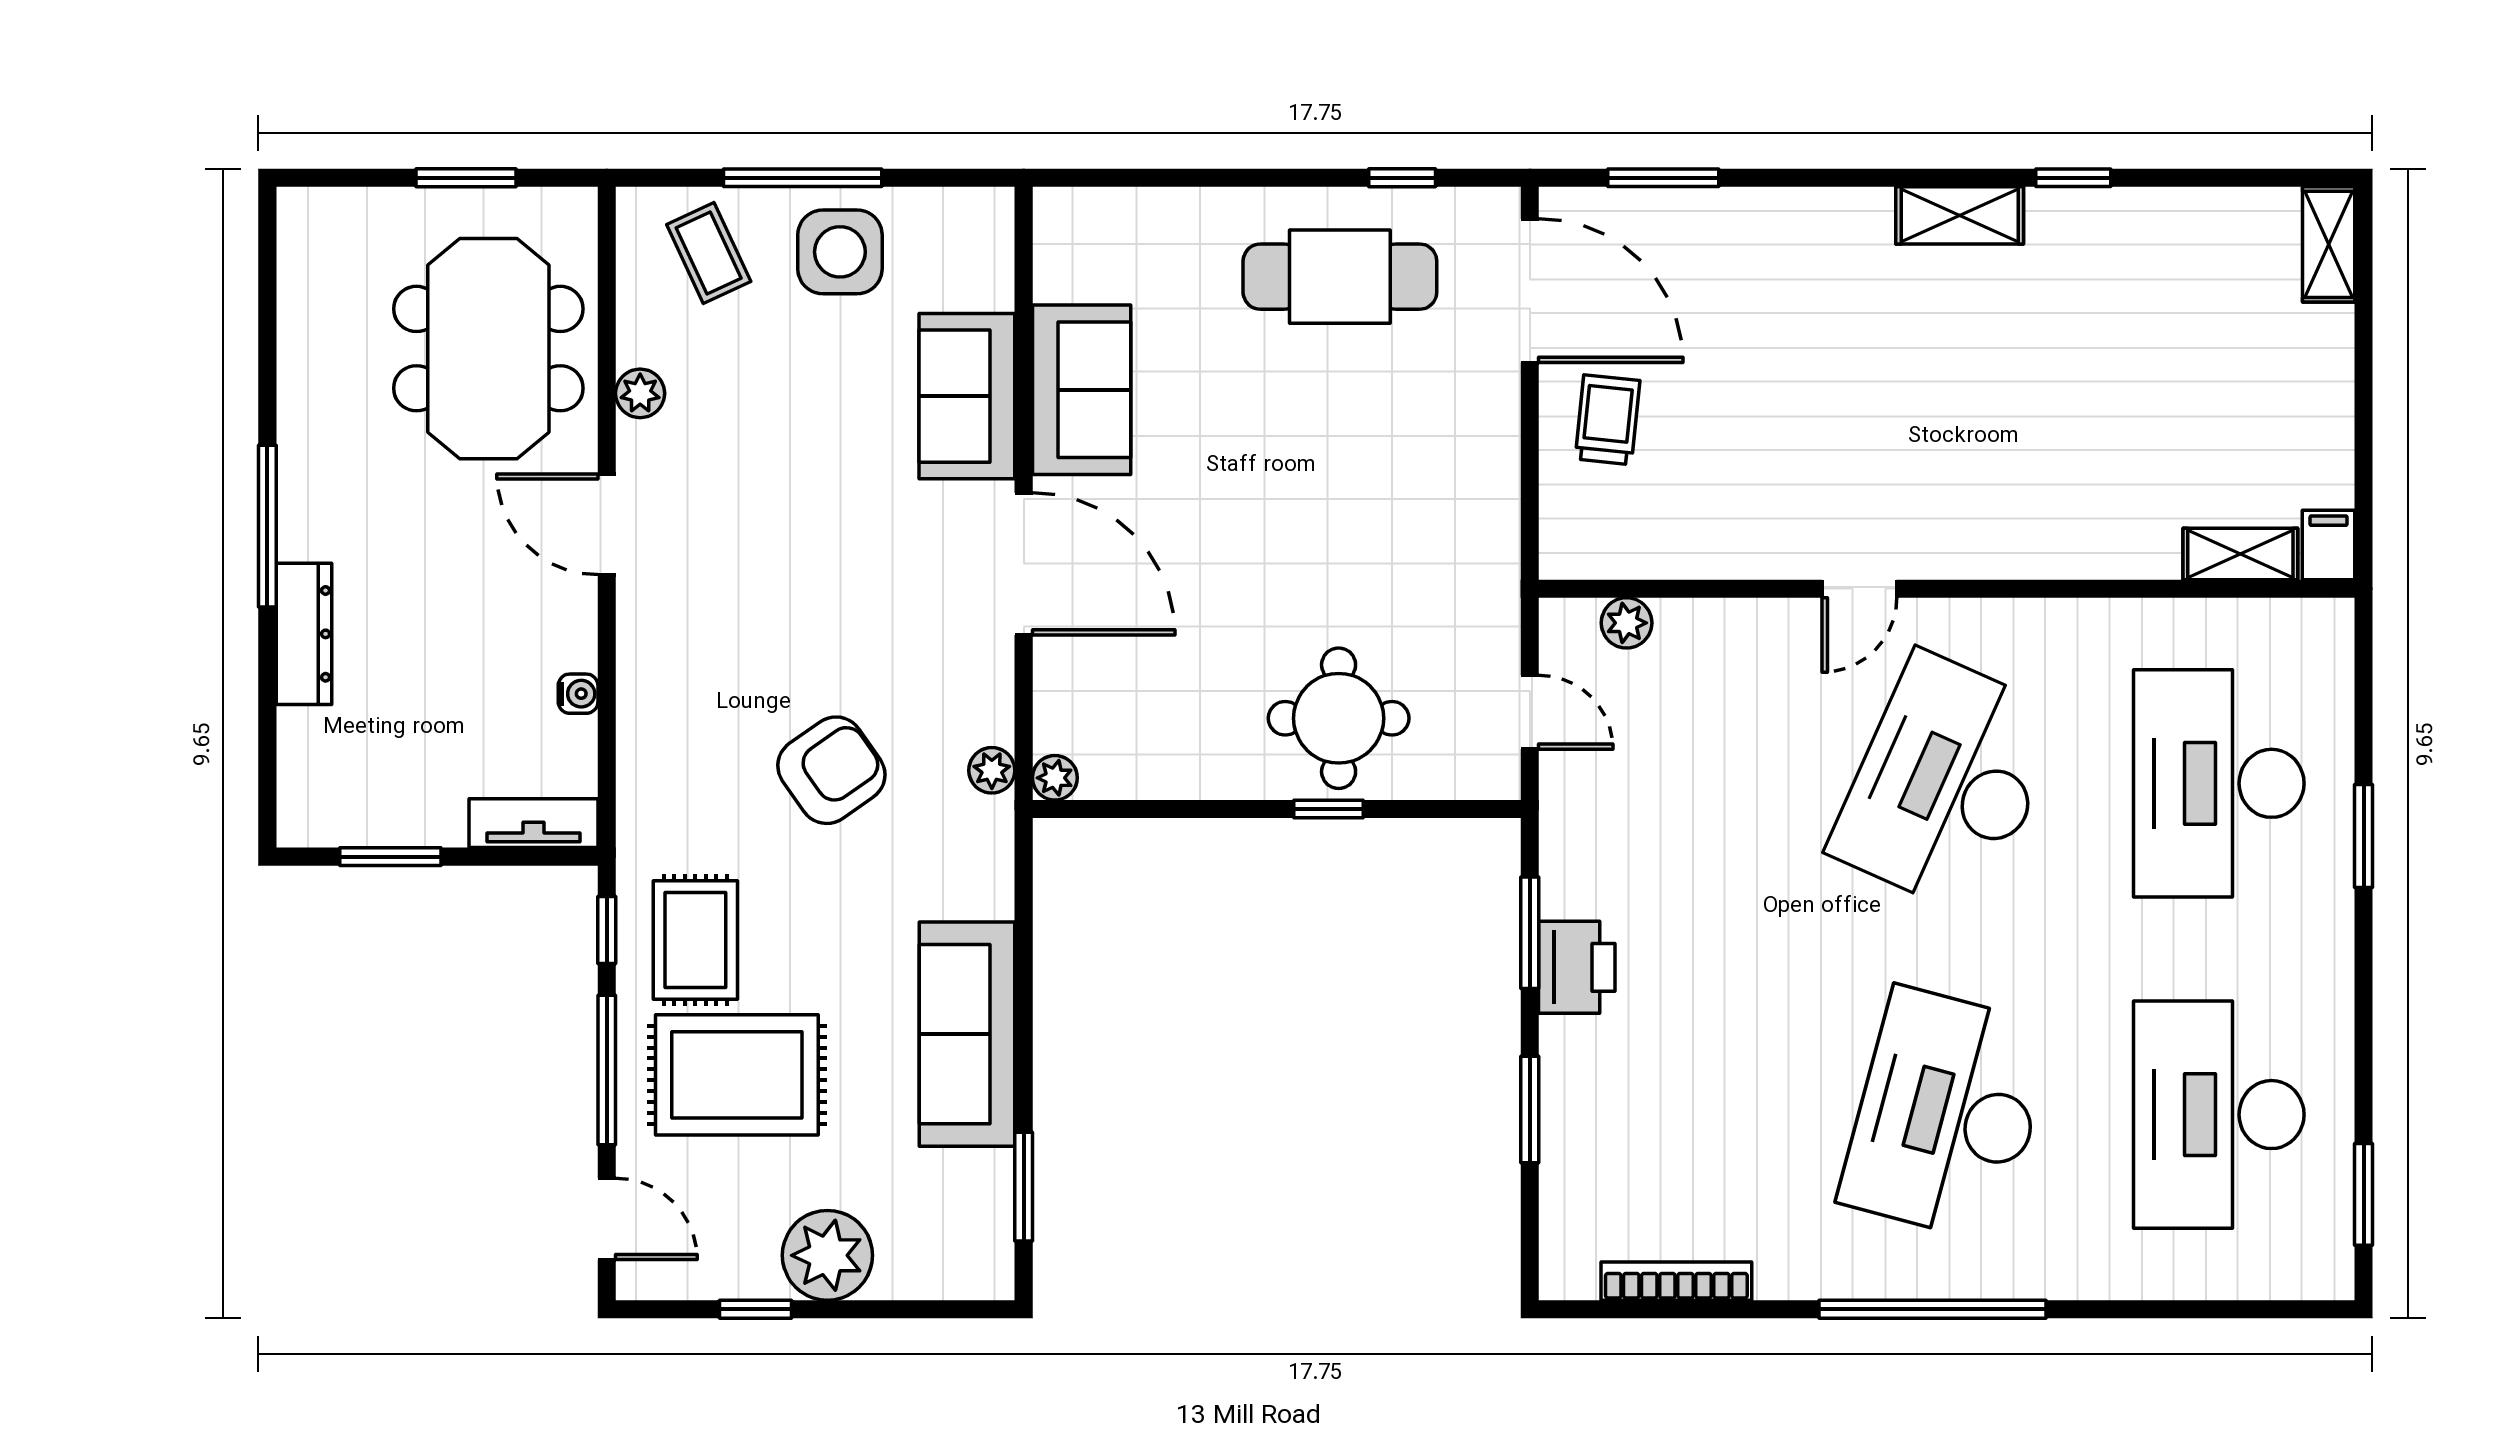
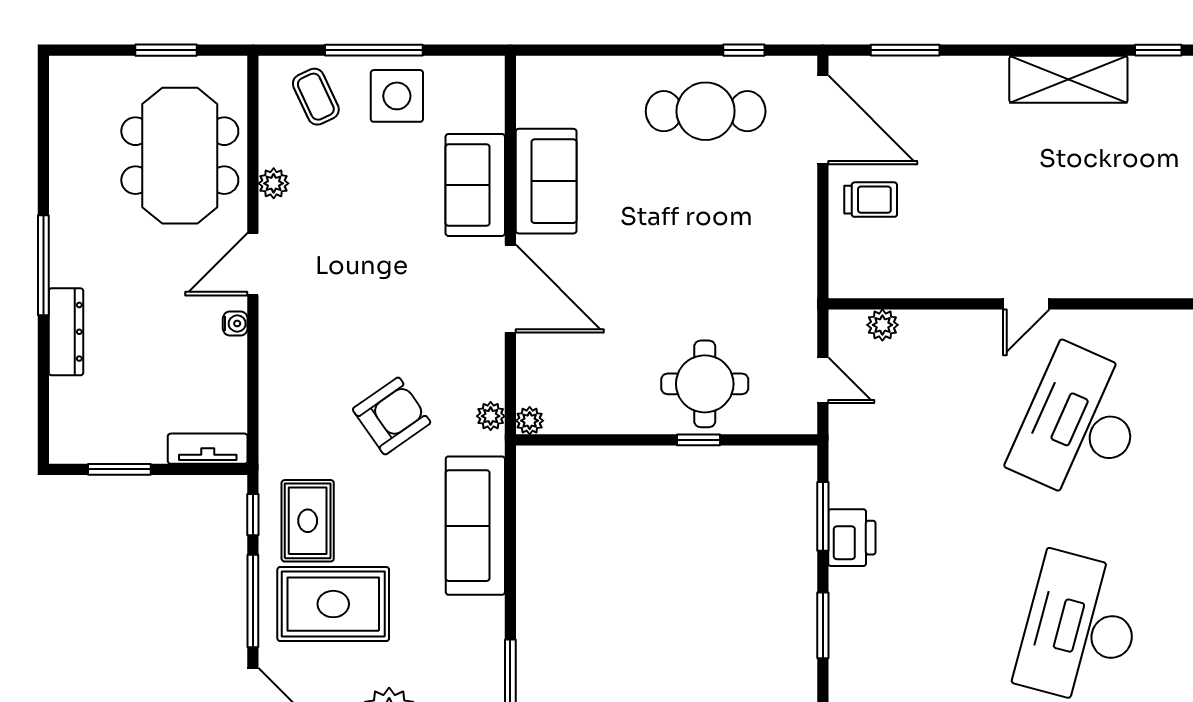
shelving: (1960, 215) -> (1068, 79), width x1.50, depth x1.33
trolley: (1607, 420) -> (871, 200), turned 84
door: (607, 524) -> (253, 264), hinge flipped
water cooler: (578, 694) -> (235, 324), moved
sofa: (967, 1034) -> (475, 526), moved

